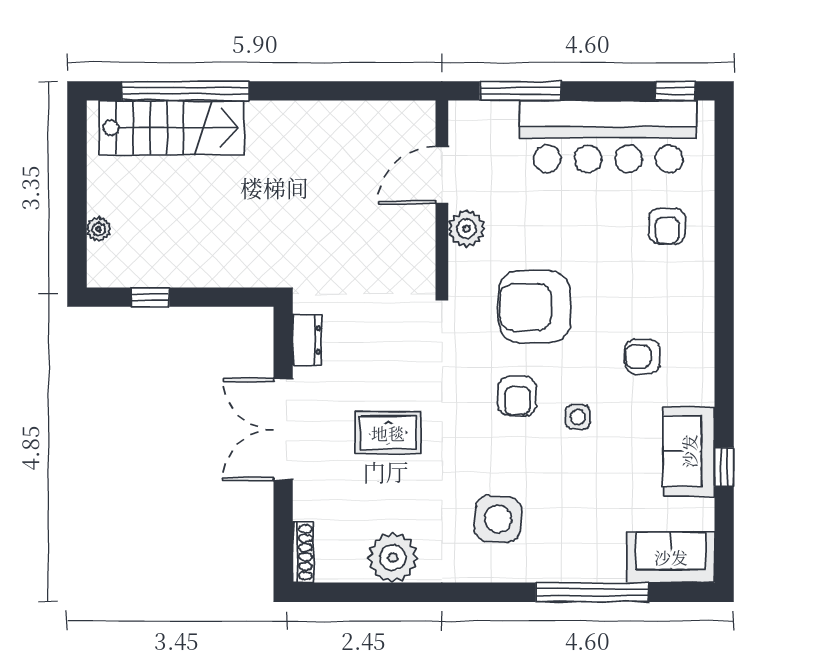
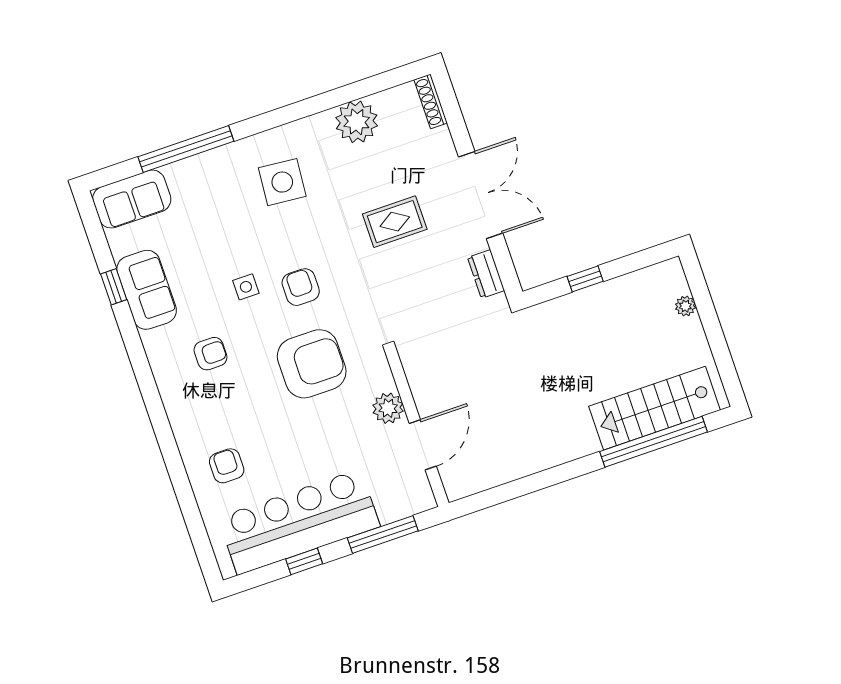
window: (675, 91) -> (304, 561), moved
window: (150, 297) -> (585, 279), moved

